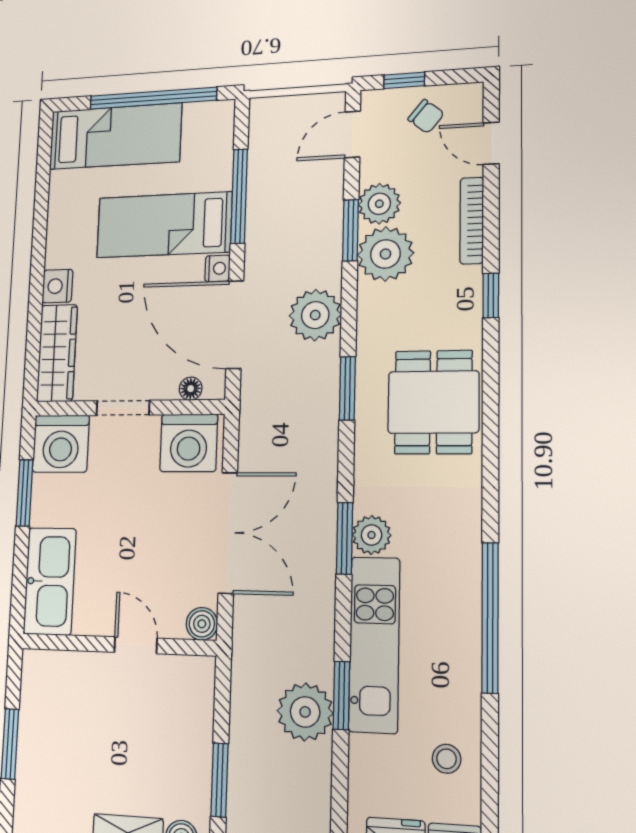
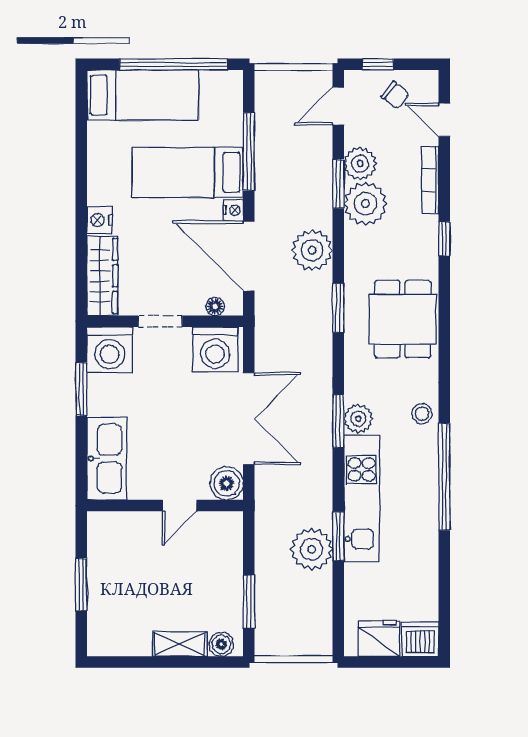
boiler: (202, 624) -> (227, 483), width x1.36, depth x1.36
door: (136, 645) -> (179, 506), swing flipped
stool: (447, 759) -> (422, 414), moved

